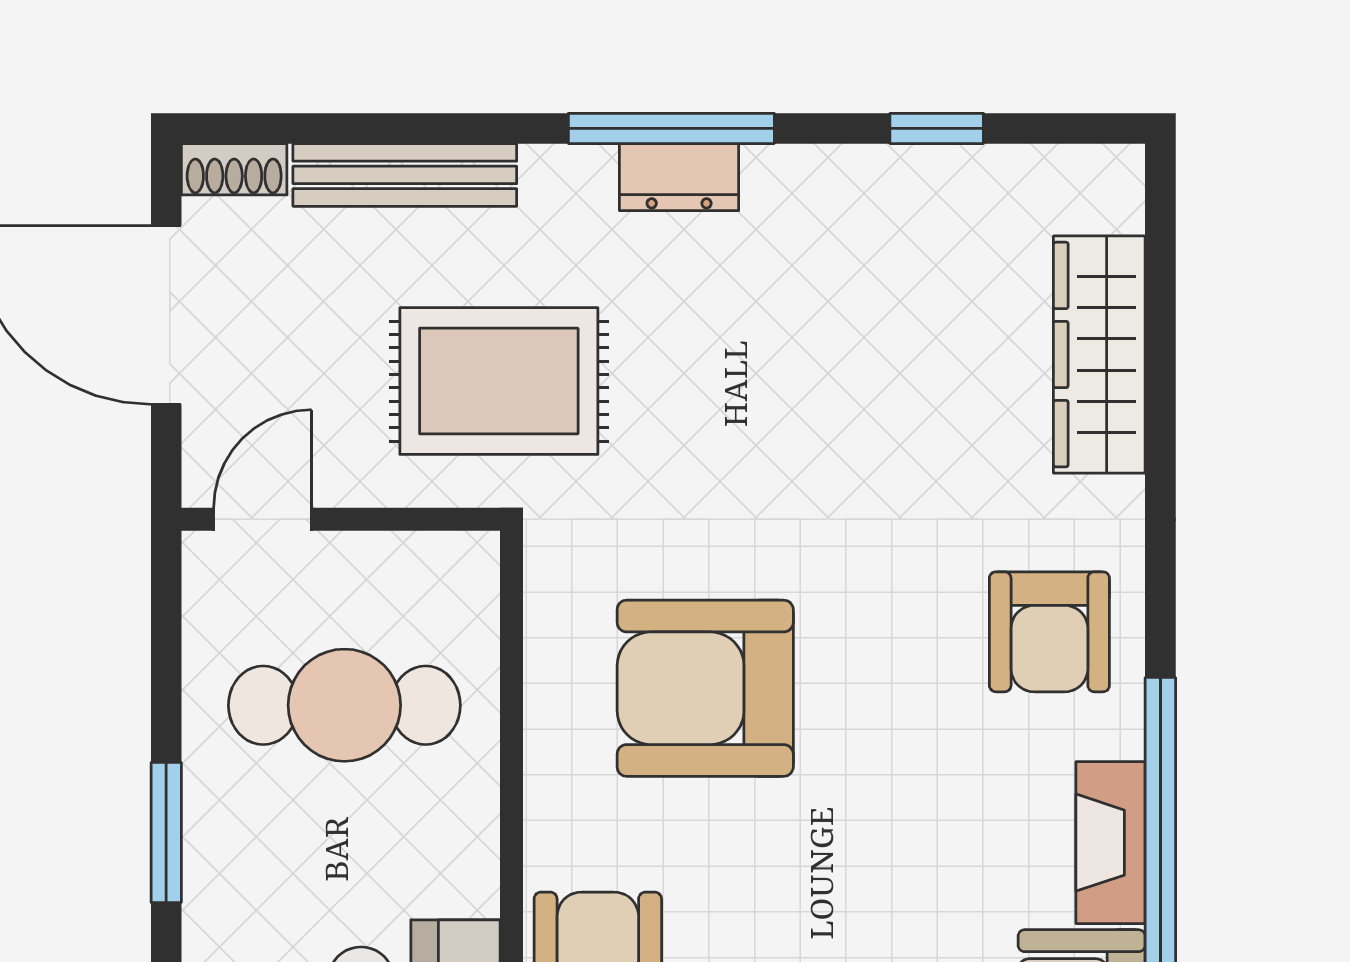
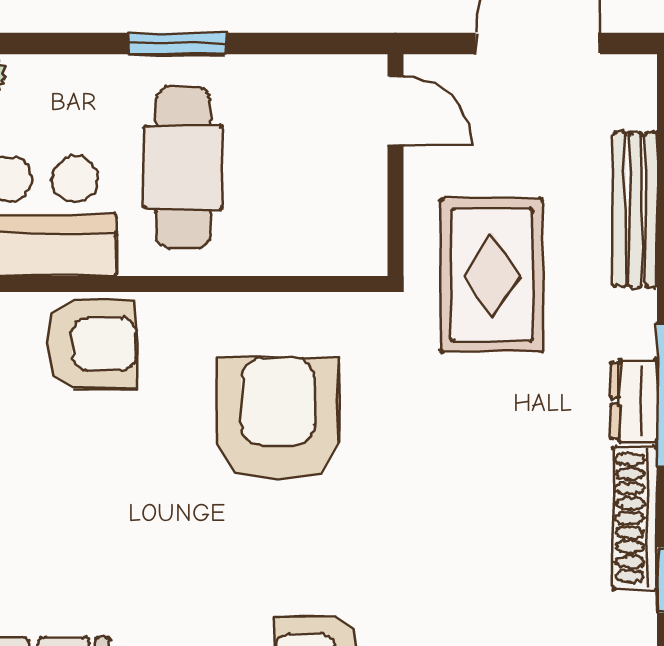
shoe rack: (234, 169) -> (635, 518), moved, width x1.94, depth x1.24
cafe table: (344, 705) -> (183, 167), moved

